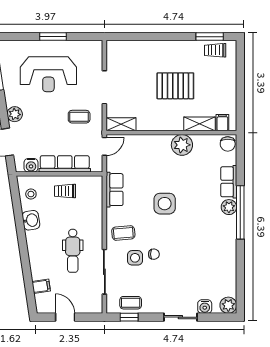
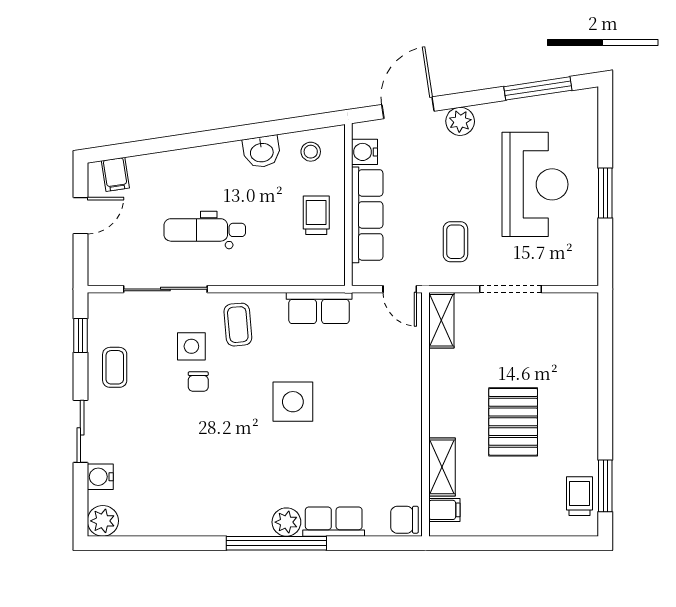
reception desk: (48, 74) -> (535, 184), turned 180
plant: (182, 145) -> (403, 434), removed
filing cabinet: (41, 286) -> (115, 174), moved
coffee table: (131, 303) -> (115, 367), moved

